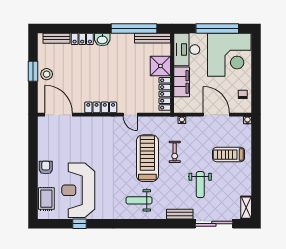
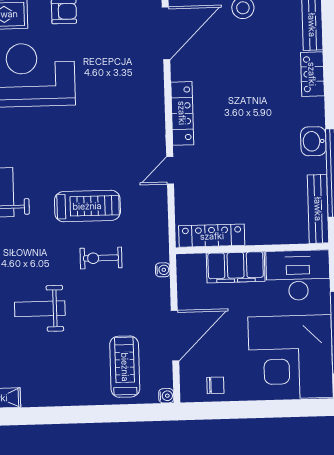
washbasin: (102, 40) -> (313, 141), moved
shower: (160, 66) -> (265, 226), removed
treadmill: (229, 155) -> (125, 367), moved
treadmill: (147, 158) -> (87, 206), width x0.73, depth x0.73

